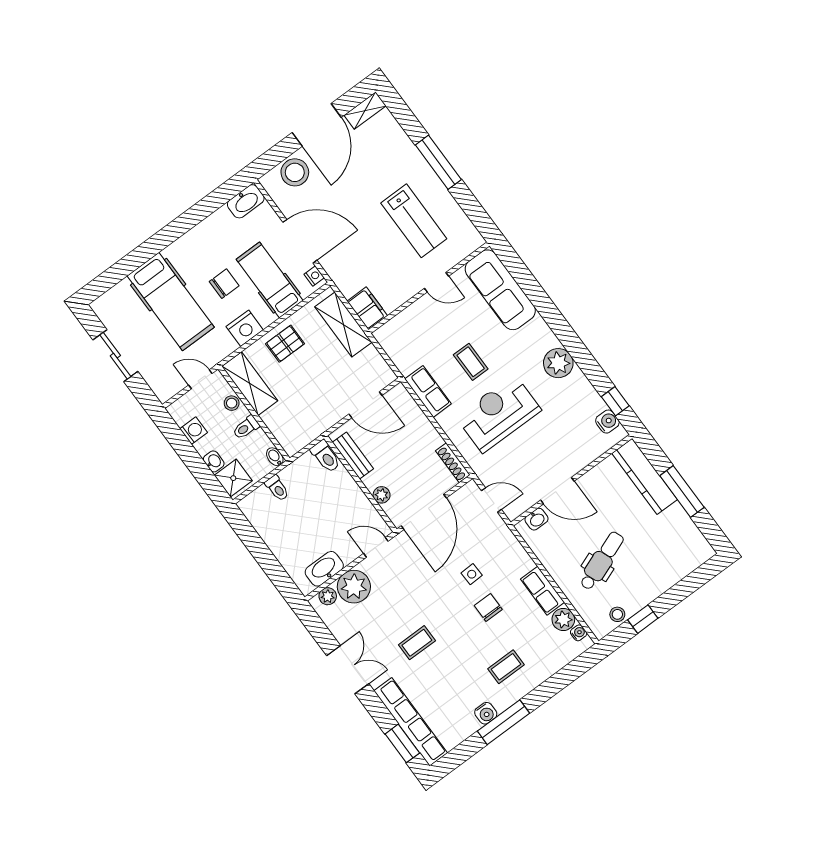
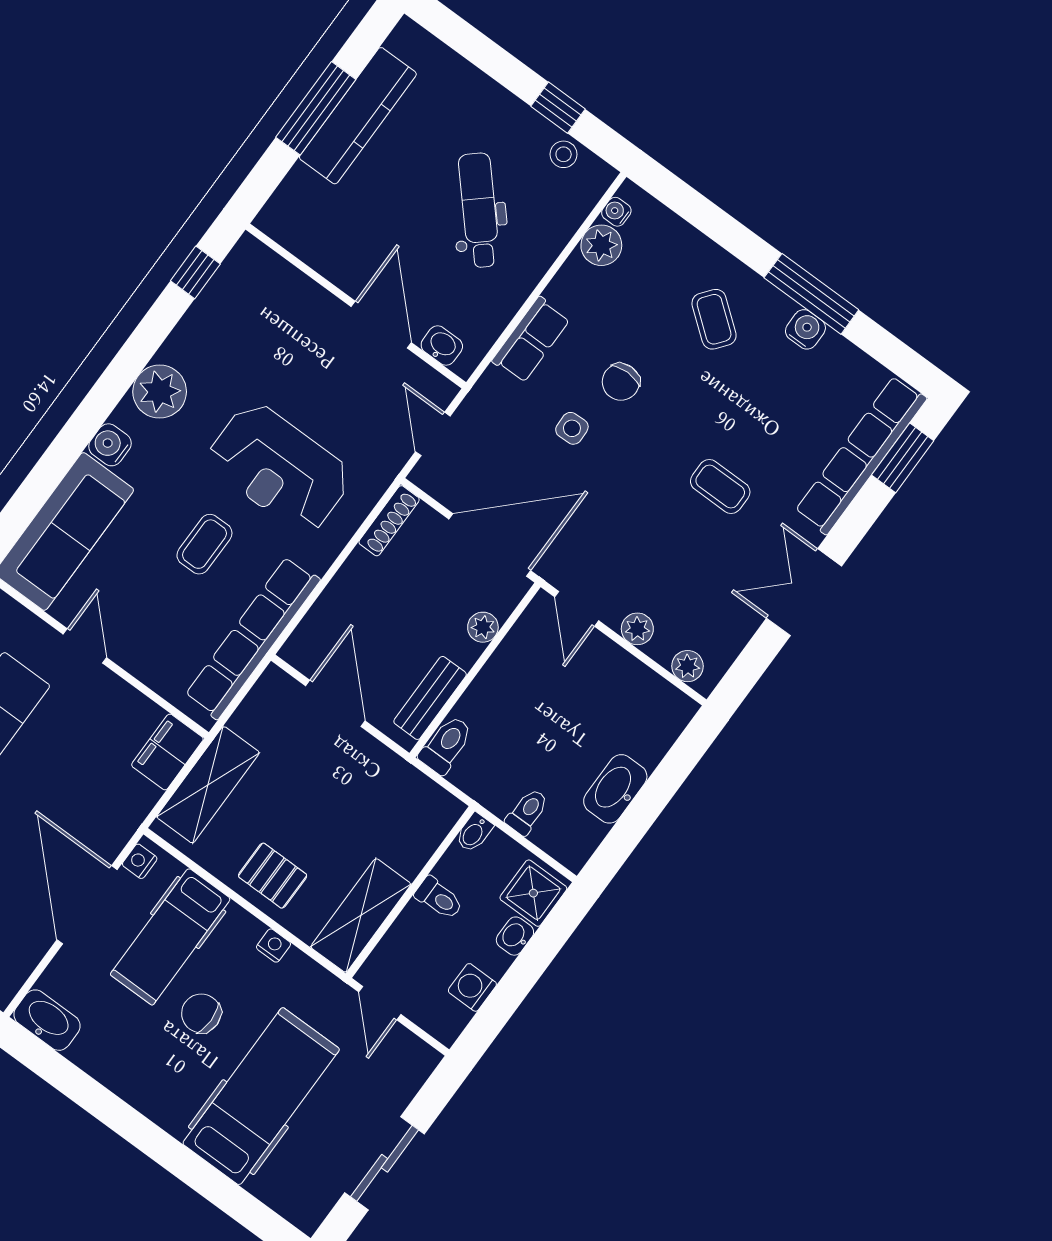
nightstand: (245, 328) -> (274, 946), width x0.53, depth x0.56
row of seats: (428, 391) -> (253, 638), width x2.02
stool: (232, 403) -> (404, 936), removed
water cooler: (607, 422) -> (110, 445), moved
kitchen counter: (645, 476) -> (358, 116), moved
dental chair: (602, 561) -> (479, 210), turned 69
washbasin: (324, 569) -> (615, 789), moved, turned 90
plant: (354, 587) -> (637, 629), width x0.53, depth x0.53
row of seats: (542, 591) -> (531, 340), moved
coffee table: (506, 667) -> (714, 319), turned 38

